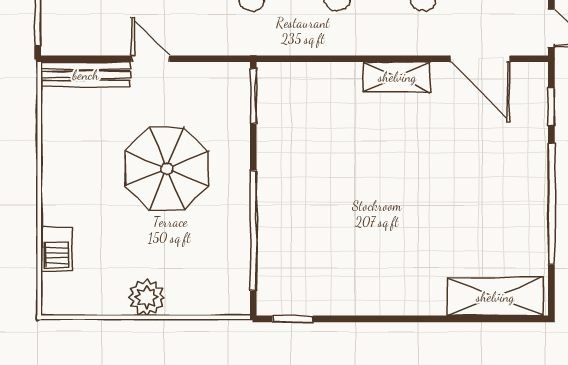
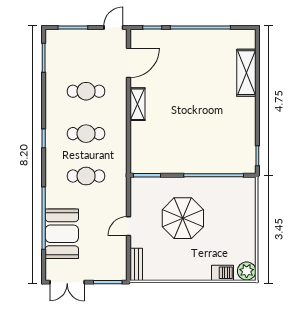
bench: (86, 75) -> (136, 264), width x0.73
plant: (147, 297) -> (247, 271), moved
shelving: (495, 297) -> (246, 73), moved

